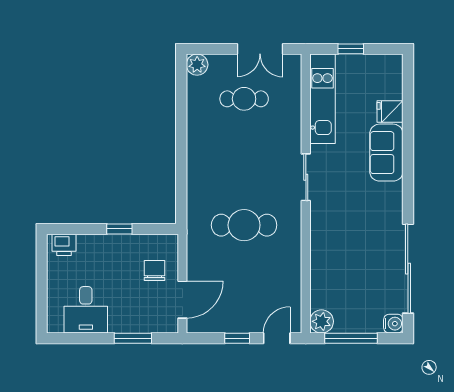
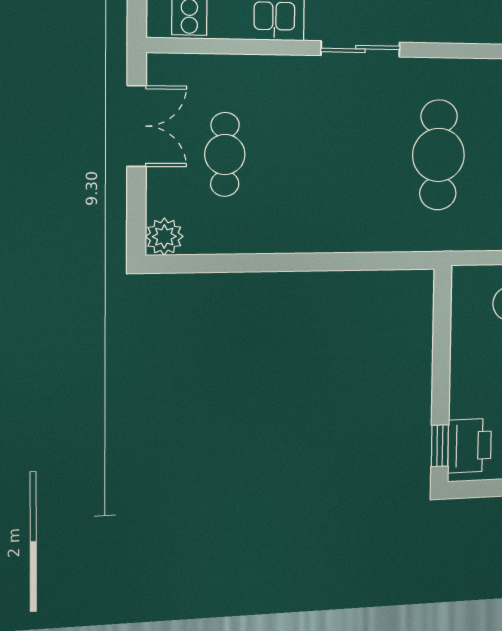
window: (119, 229) -> (440, 446), moved
printer: (64, 245) -> (469, 446), width x1.36, depth x1.24

